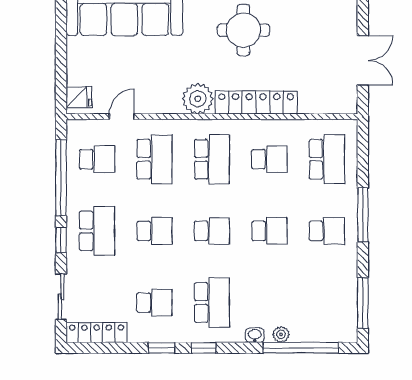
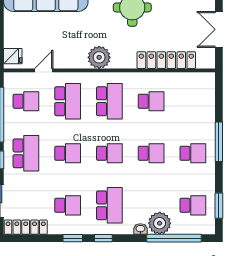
double door: (363, 60) -> (219, 29), swing flipped
locker: (256, 103) -> (166, 60), moved
school desk: (327, 159) -> (193, 205), moved, width x0.54
window: (363, 303) -> (219, 206), width x0.69
plant: (281, 334) -> (160, 223), width x1.87, depth x1.87

